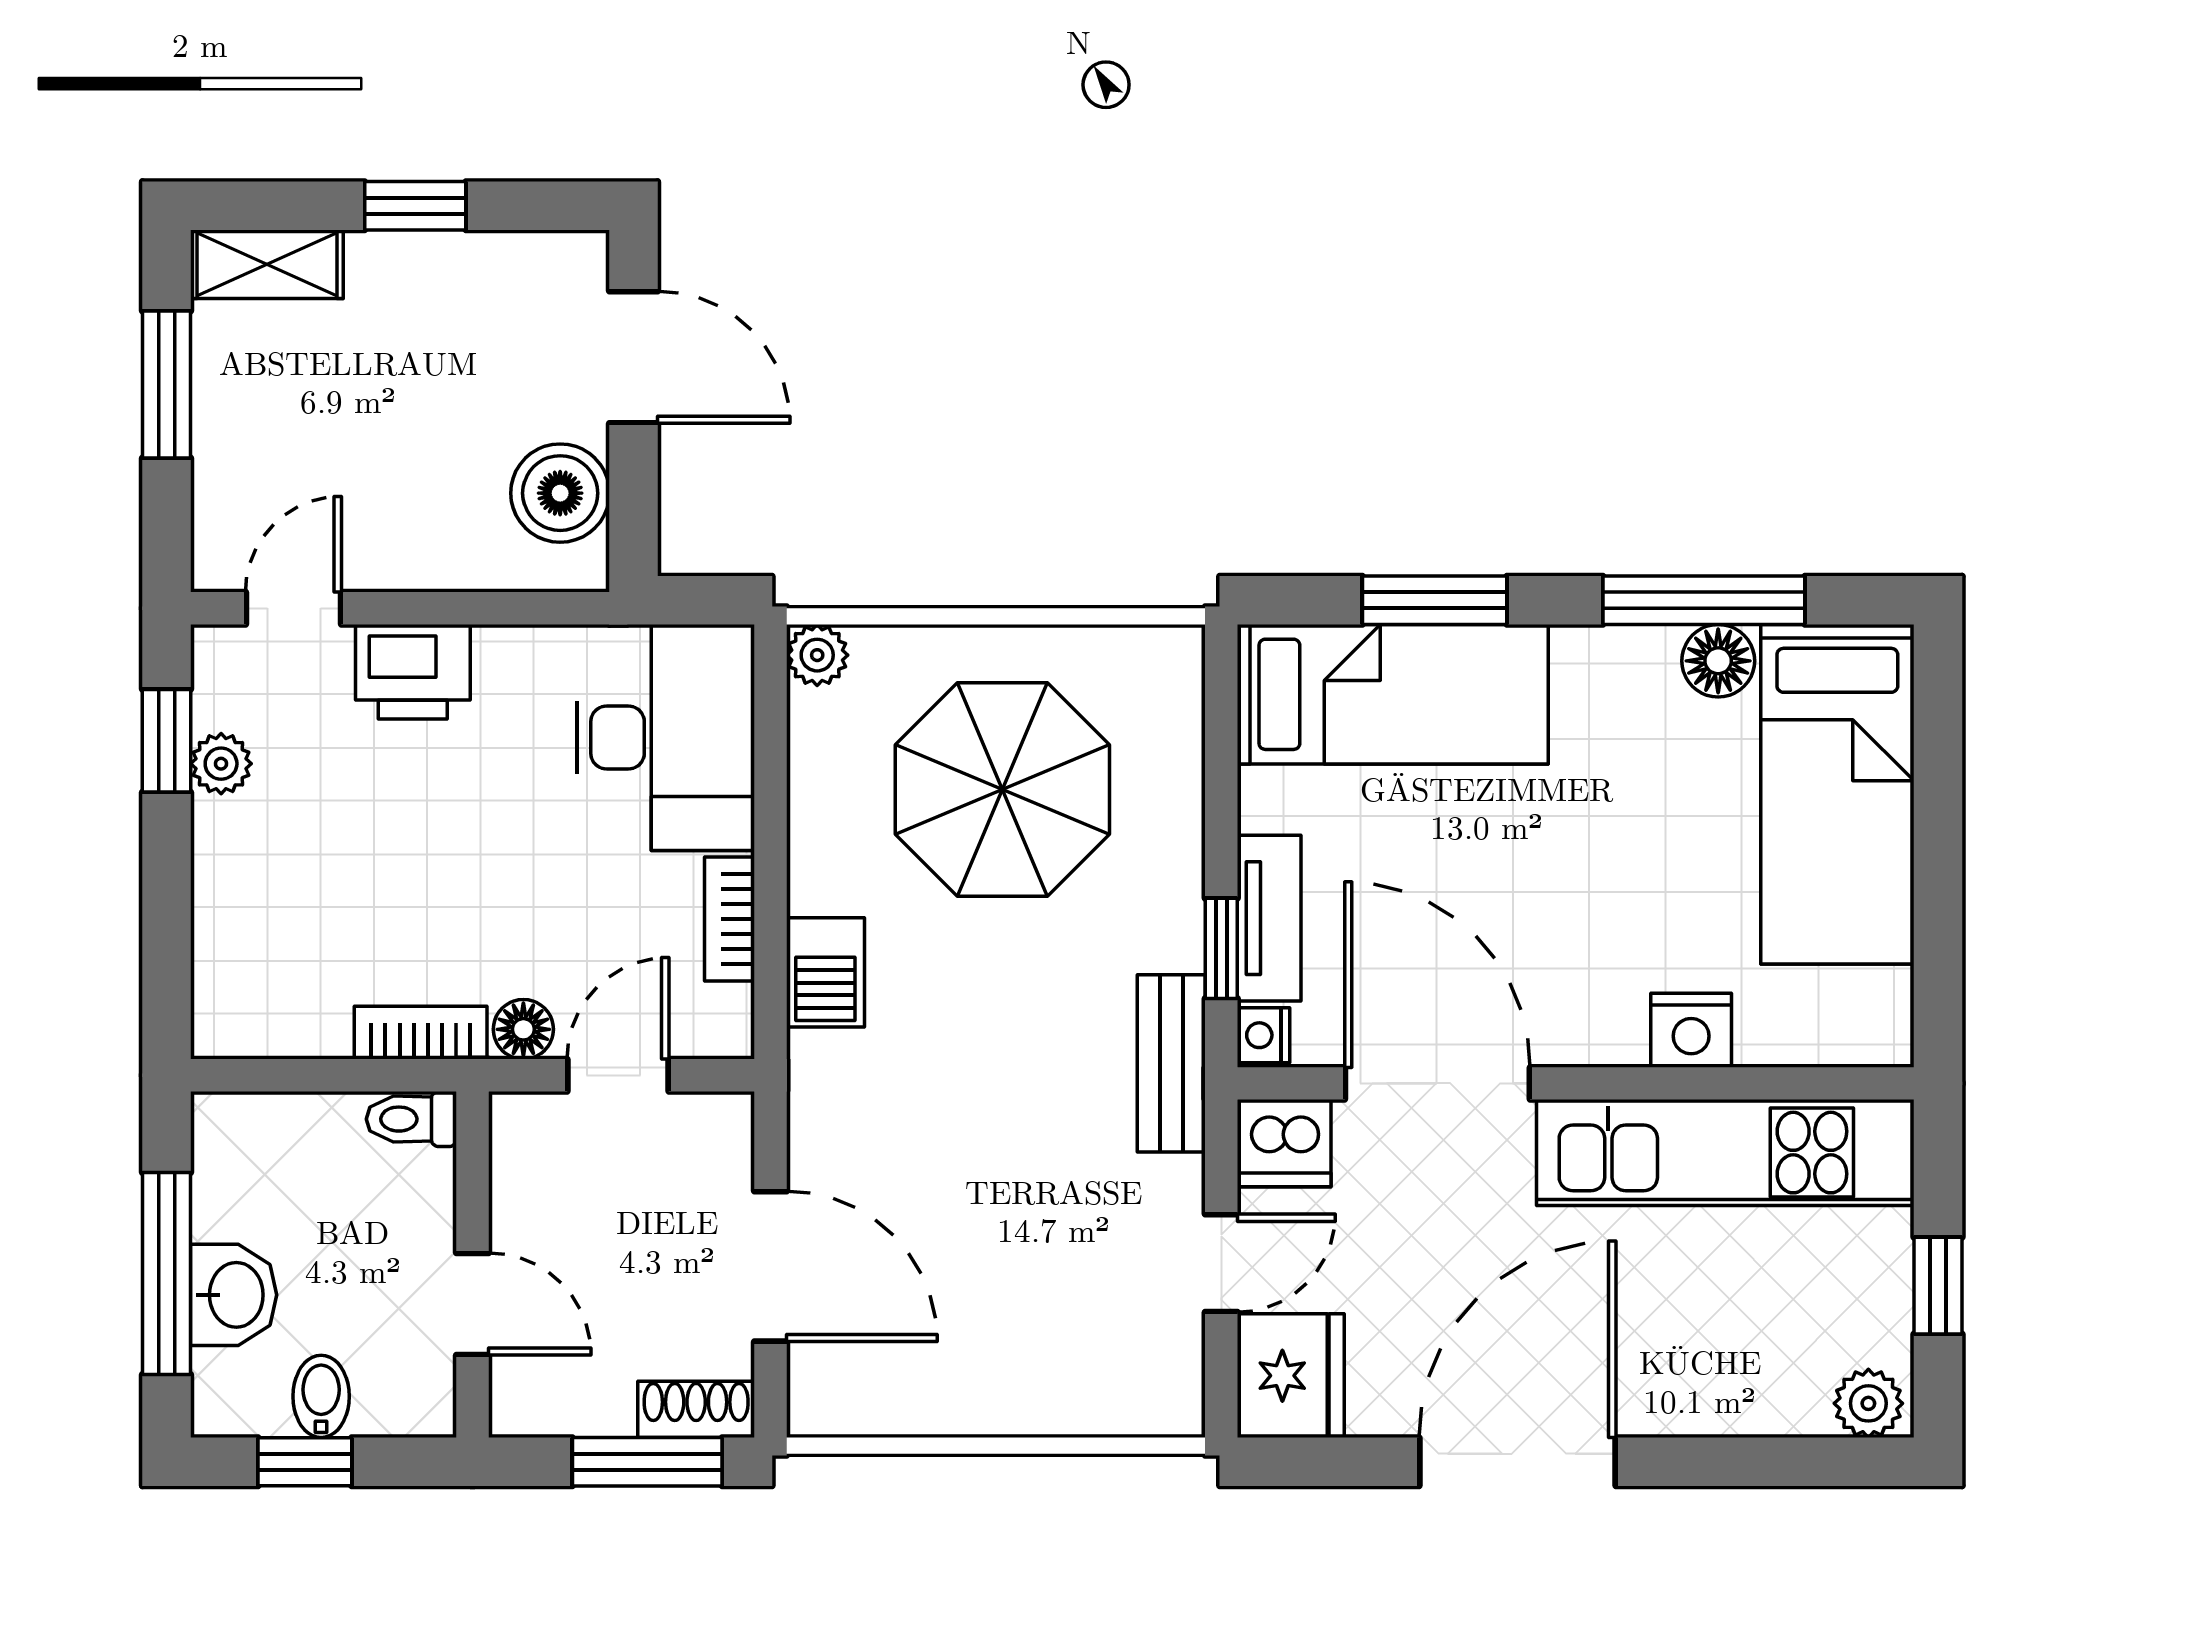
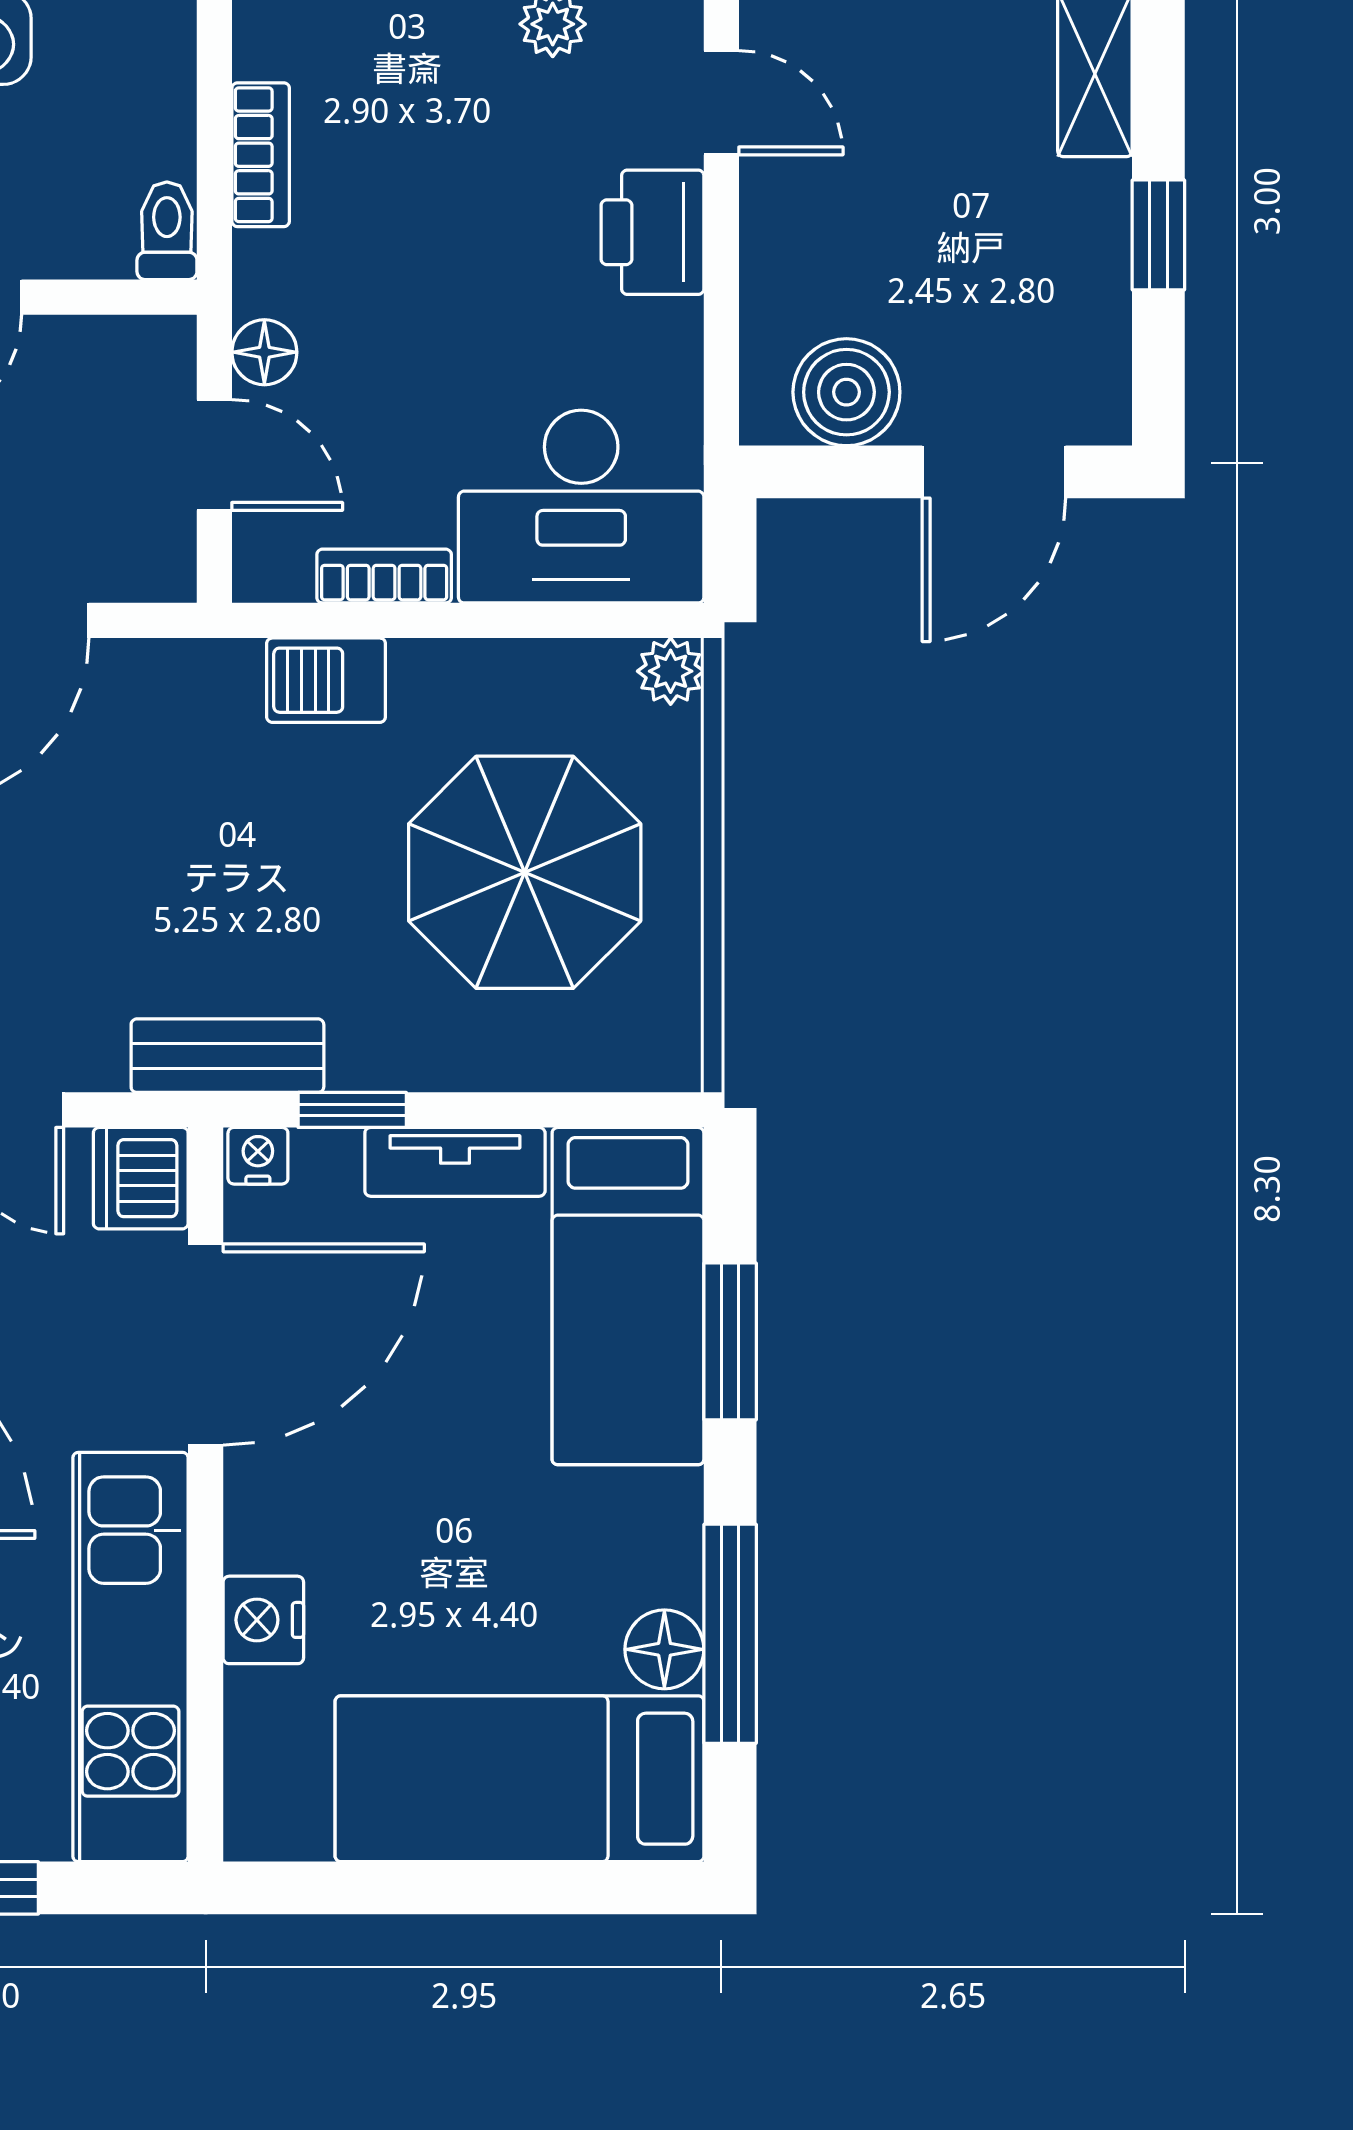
tv unit: (1269, 918) -> (455, 1162), moved
bookcase: (421, 1033) -> (261, 155), moved

